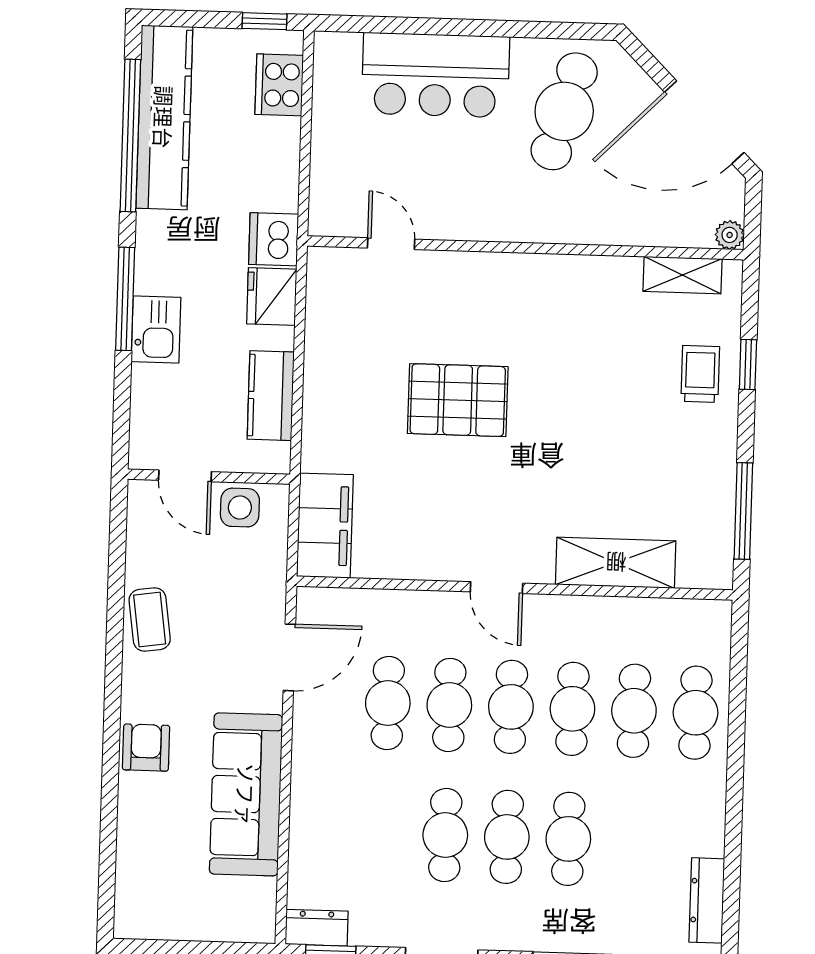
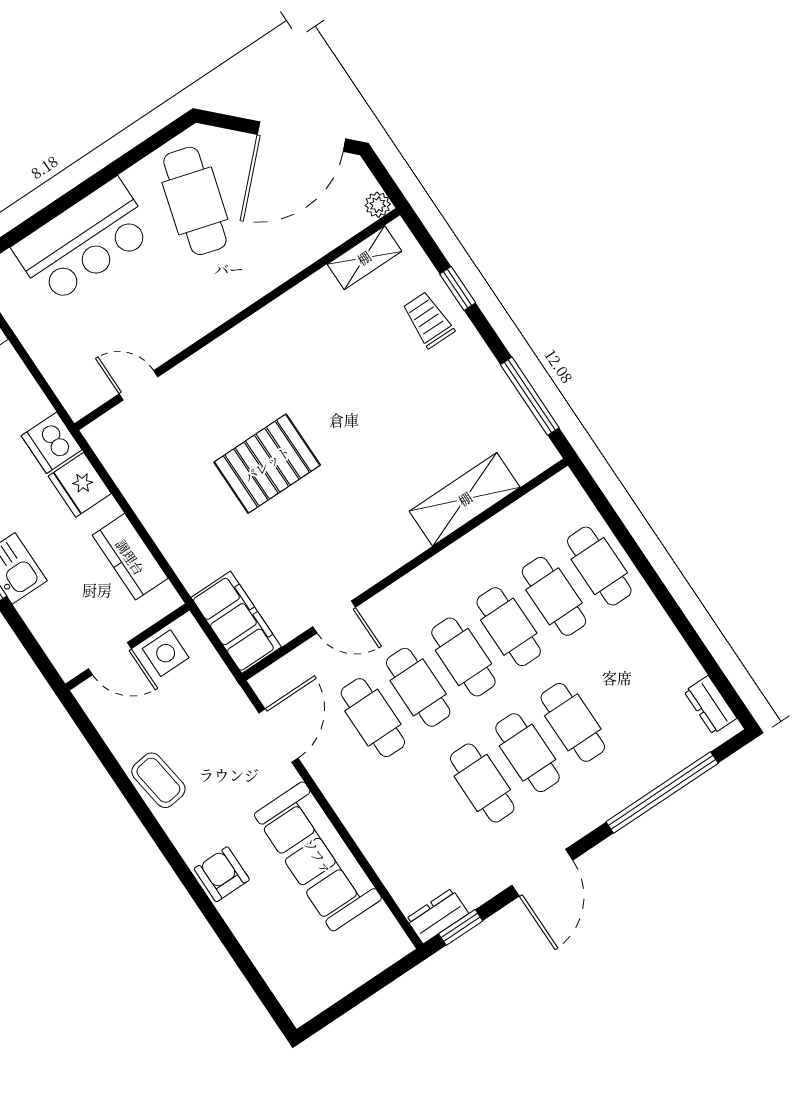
door: (497, 588) -> (334, 617), moved
dresser: (707, 900) -> (710, 705), width x0.70

